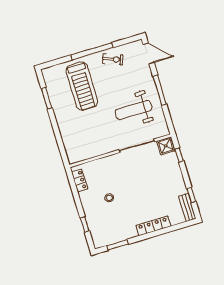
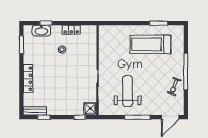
treadmill: (82, 86) -> (151, 44), moved
locker: (80, 180) -> (71, 30), moved
washbasin: (95, 227) -> (41, 31), added

